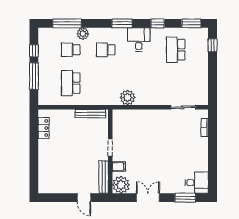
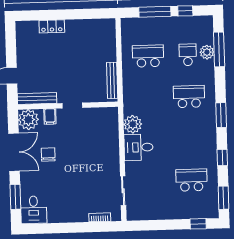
plant: (83, 34) -> (207, 52), moved
desk: (139, 40) -> (139, 147), moved, turned 180
school desk: (106, 50) -> (189, 97), width x1.85
locker: (44, 128) -> (52, 26), moved
chair: (151, 169) -> (48, 154), added
double door: (148, 198) -> (14, 152), width x1.37

